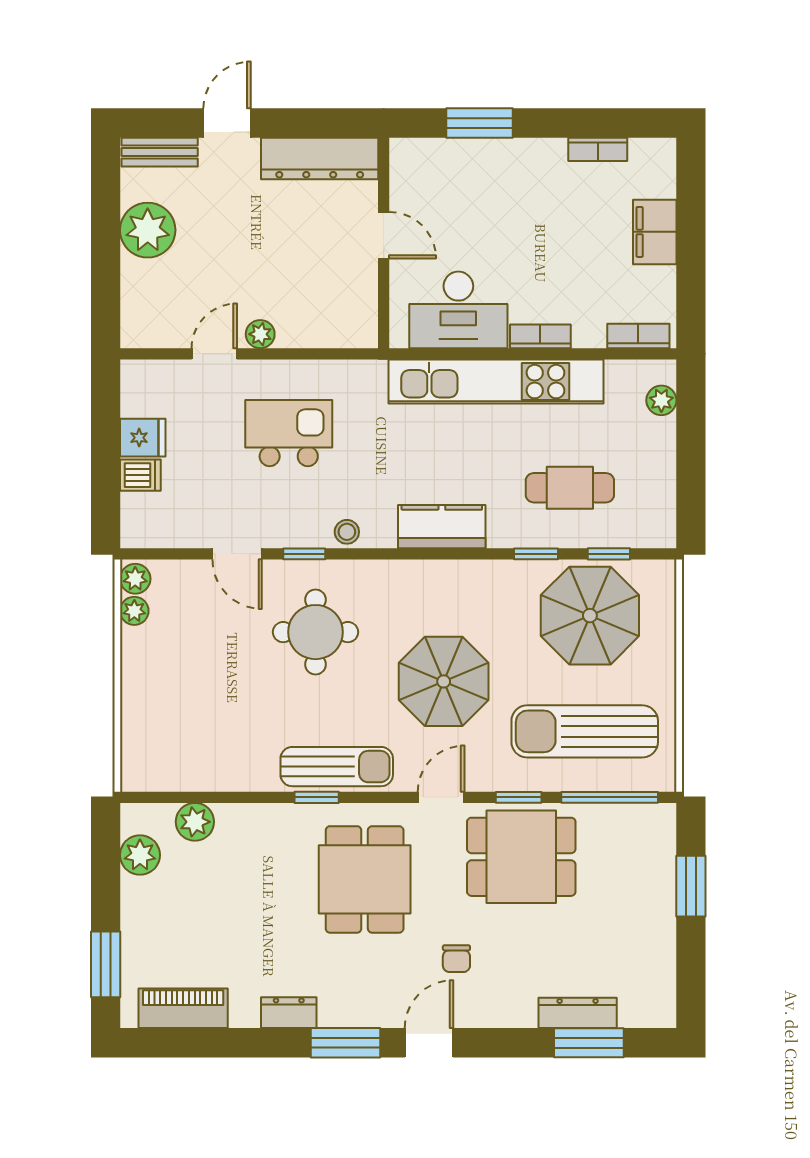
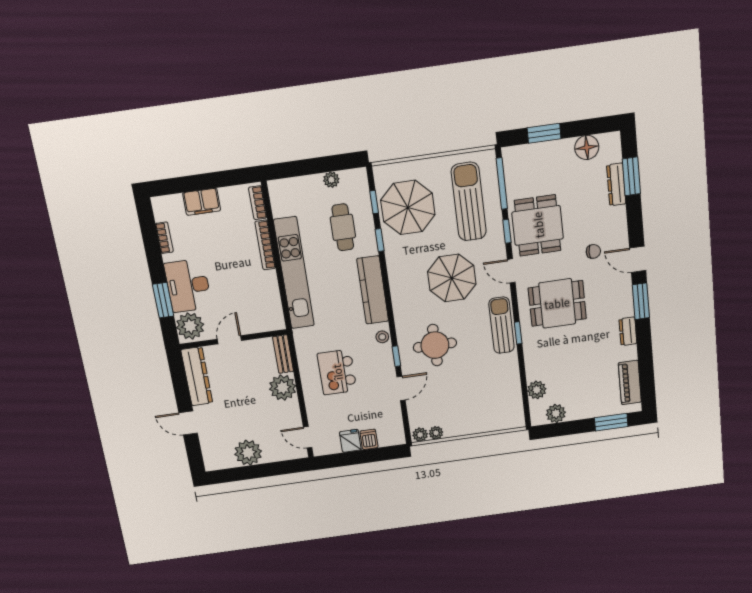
bench: (160, 152) -> (283, 354), moved
plant: (422, 165) -> (190, 326), added
desk: (458, 310) -> (188, 286), moved, turned 180
plant: (260, 334) -> (283, 388), width x1.87, depth x1.87
bookcase: (540, 336) -> (265, 245), width x1.56
door: (214, 354) -> (308, 437), moved
plant: (661, 400) -> (331, 180), moved
kitchen counter: (442, 527) -> (373, 290), width x1.50
sun lounger: (585, 731) -> (469, 202), turned 180
floor lamp: (654, 963) -> (587, 147), added

